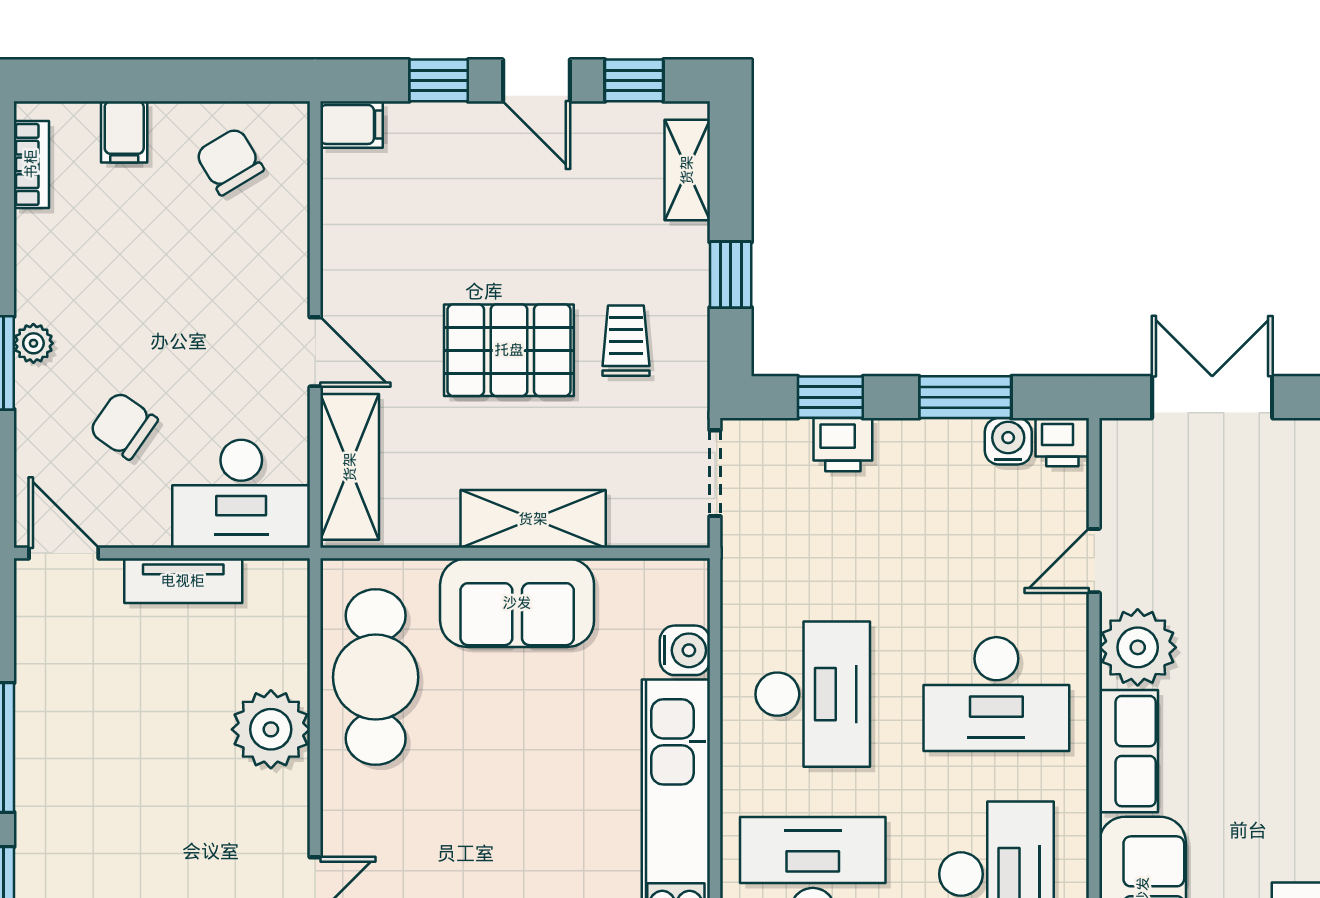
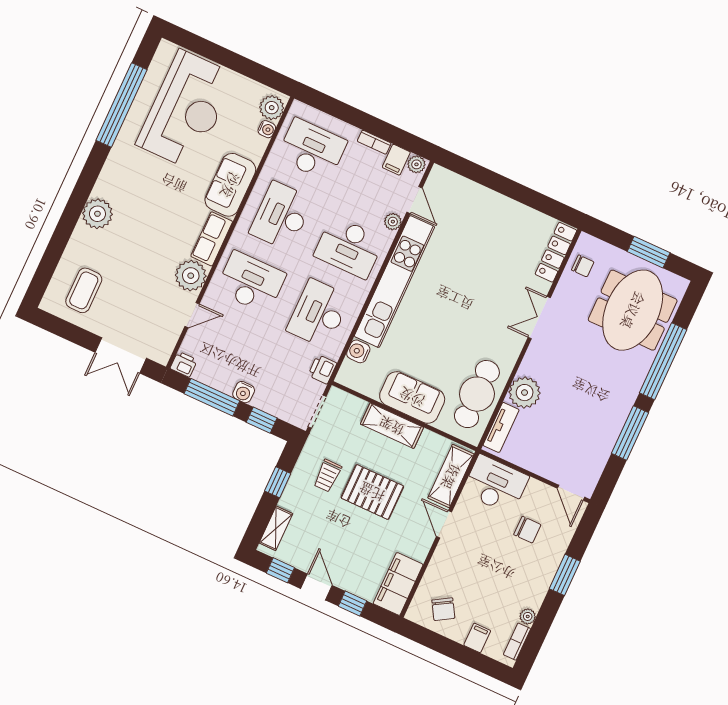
filing cabinet: (351, 124) -> (398, 584), width x3.00, depth x1.17
plant: (33, 343) -> (528, 616), moved
window: (965, 397) -> (212, 397), width x1.44
chair: (123, 425) -> (527, 530), turned -35
water cooler: (1008, 441) -> (244, 392), moved
printer: (843, 445) -> (322, 369), moved, turned -90
tv unit: (183, 581) -> (501, 427), moved, turned 90

